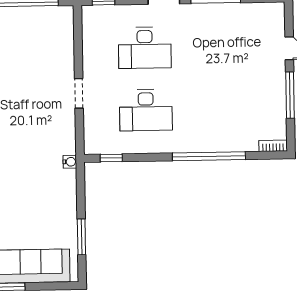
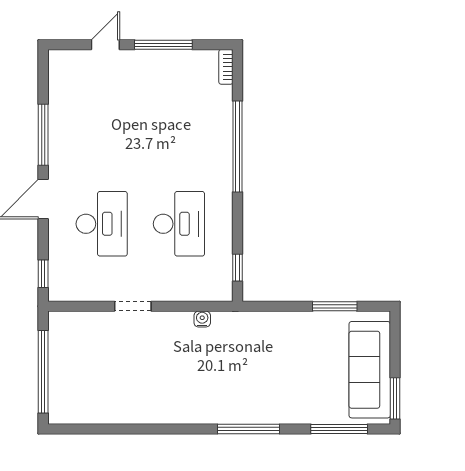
doorway: (79, 93) -> (133, 306), moved
water cooler: (70, 162) -> (202, 319), moved

